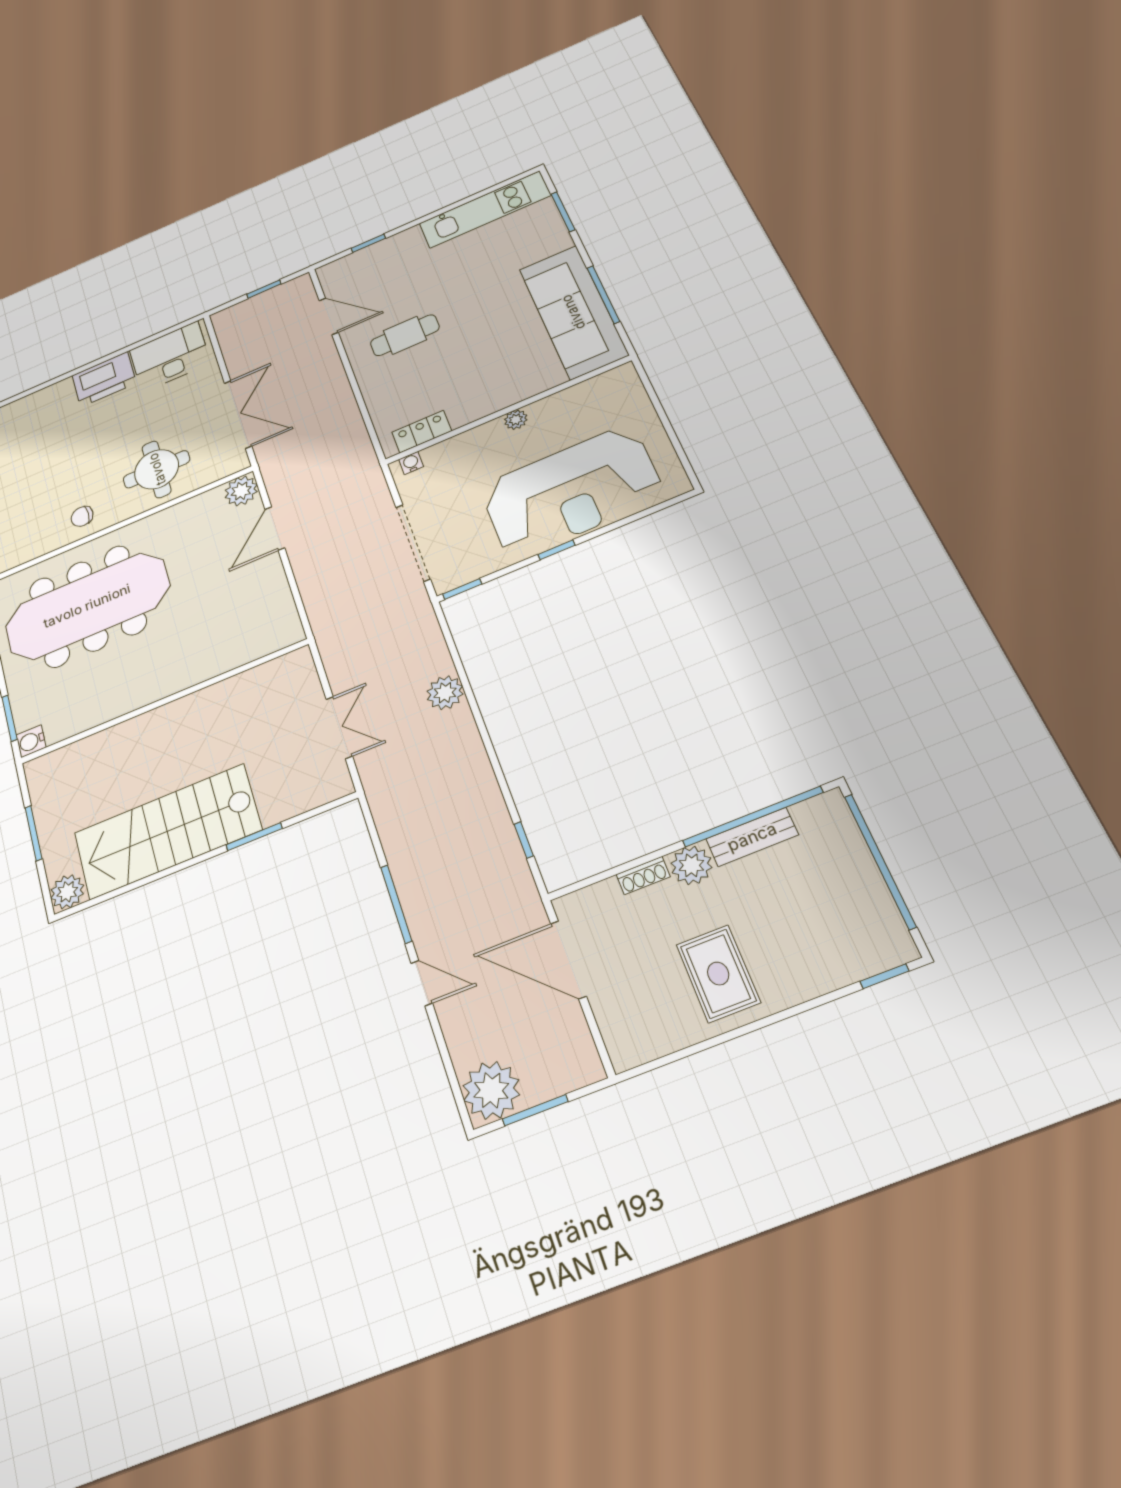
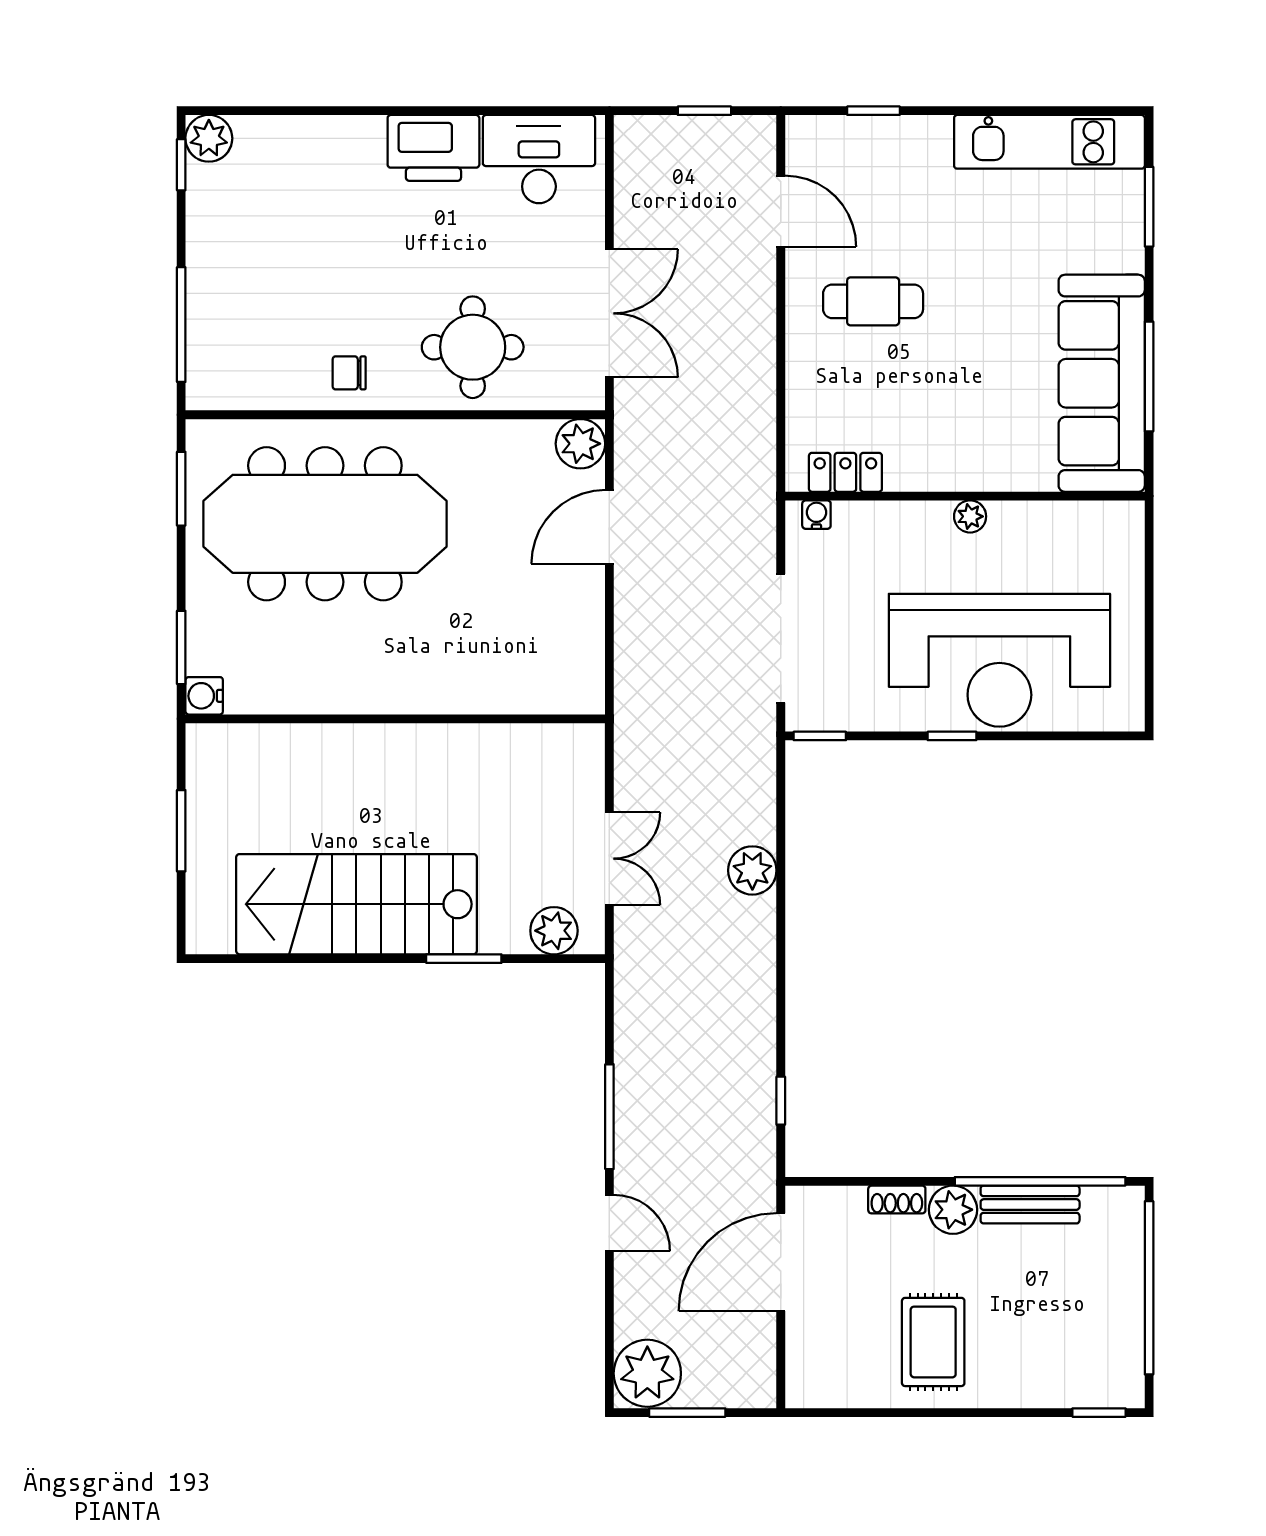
plant: (67, 892) -> (554, 931), moved
door: (568, 960) -> (781, 1262), hinge flipped

